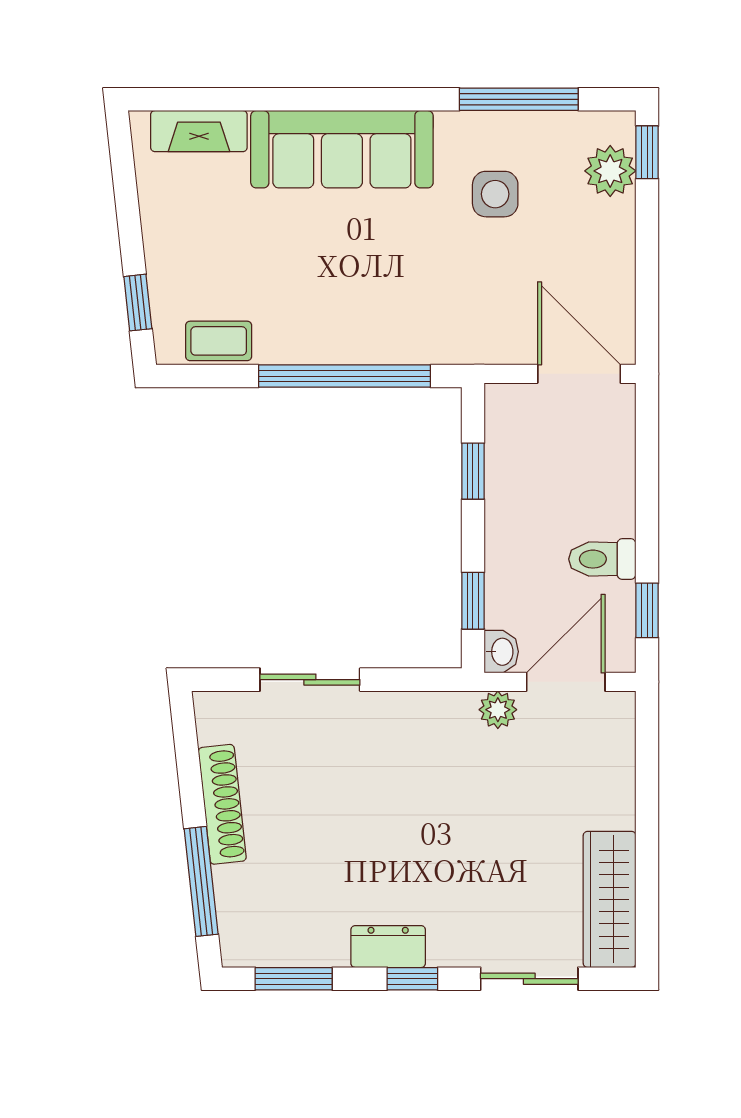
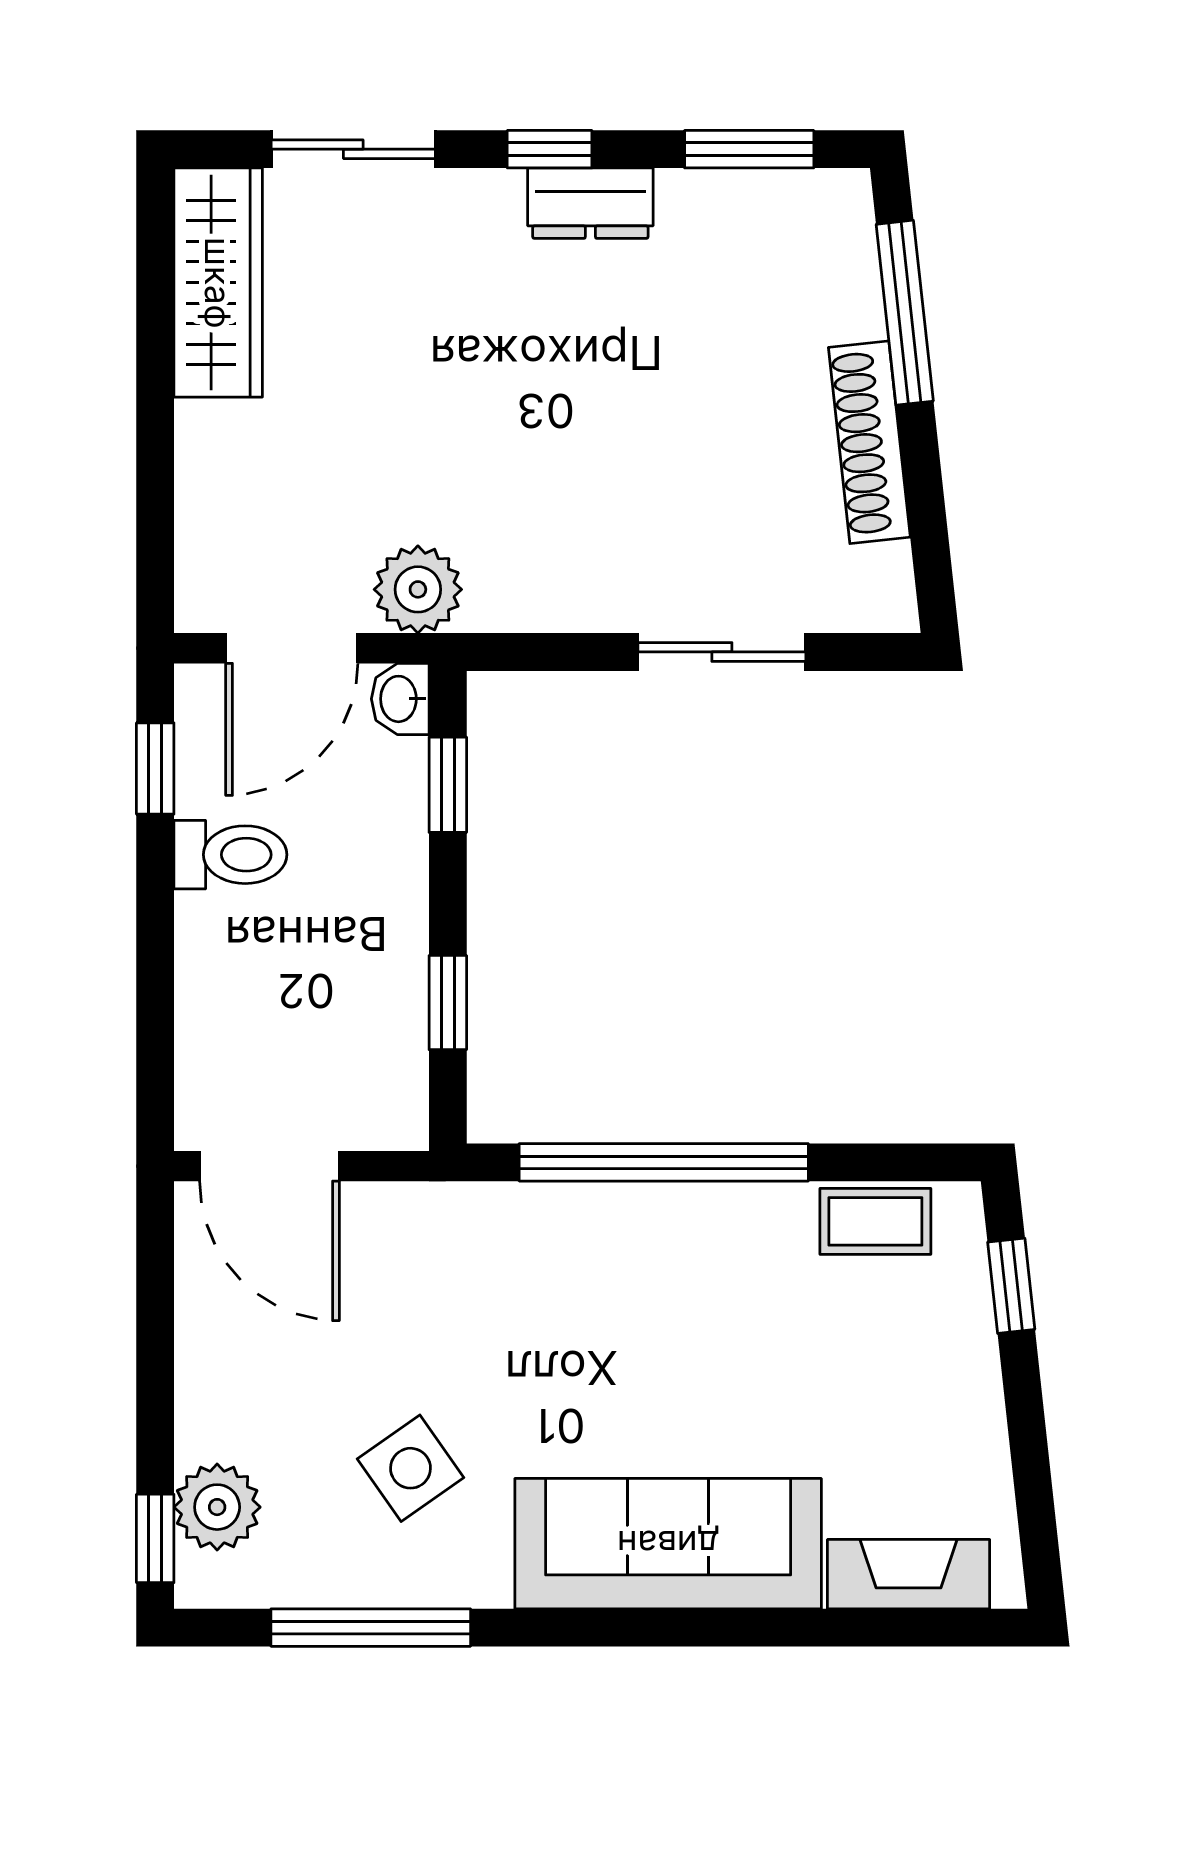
side table: (495, 194) -> (410, 1468), turned -35
plant: (498, 710) -> (418, 589), width x1.38, depth x1.38

